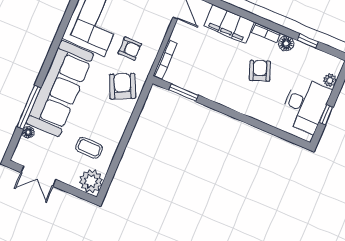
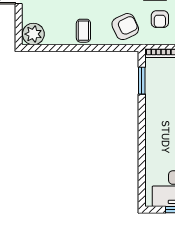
coffee table: (89, 148) -> (83, 31), moved

